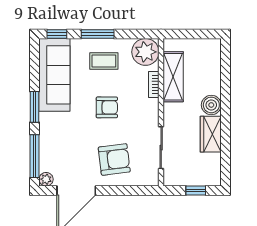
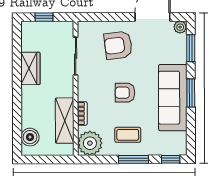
sofa: (54, 75) -> (173, 98), moved
boiler: (211, 105) -> (30, 137), moved
window: (34, 156) -> (191, 48), width x0.69

